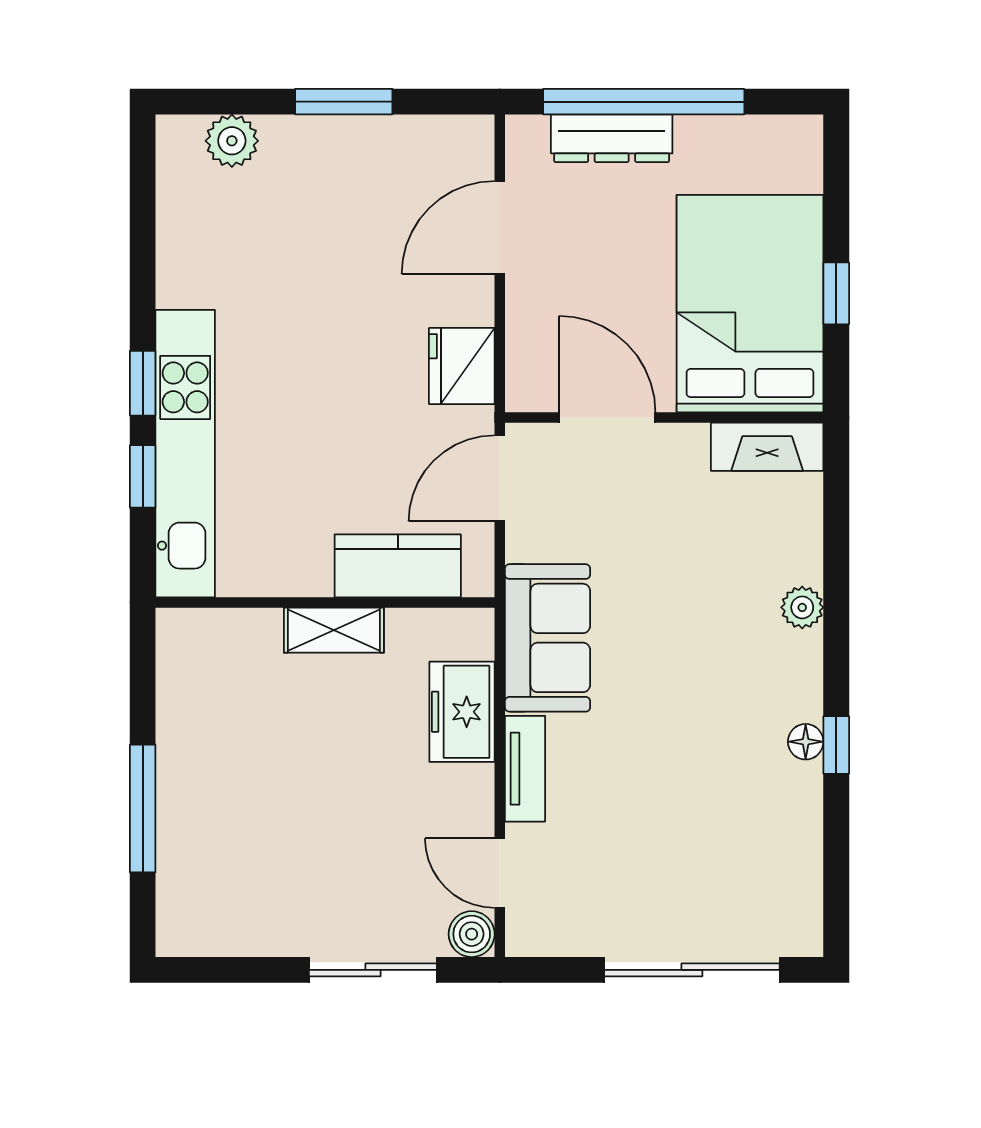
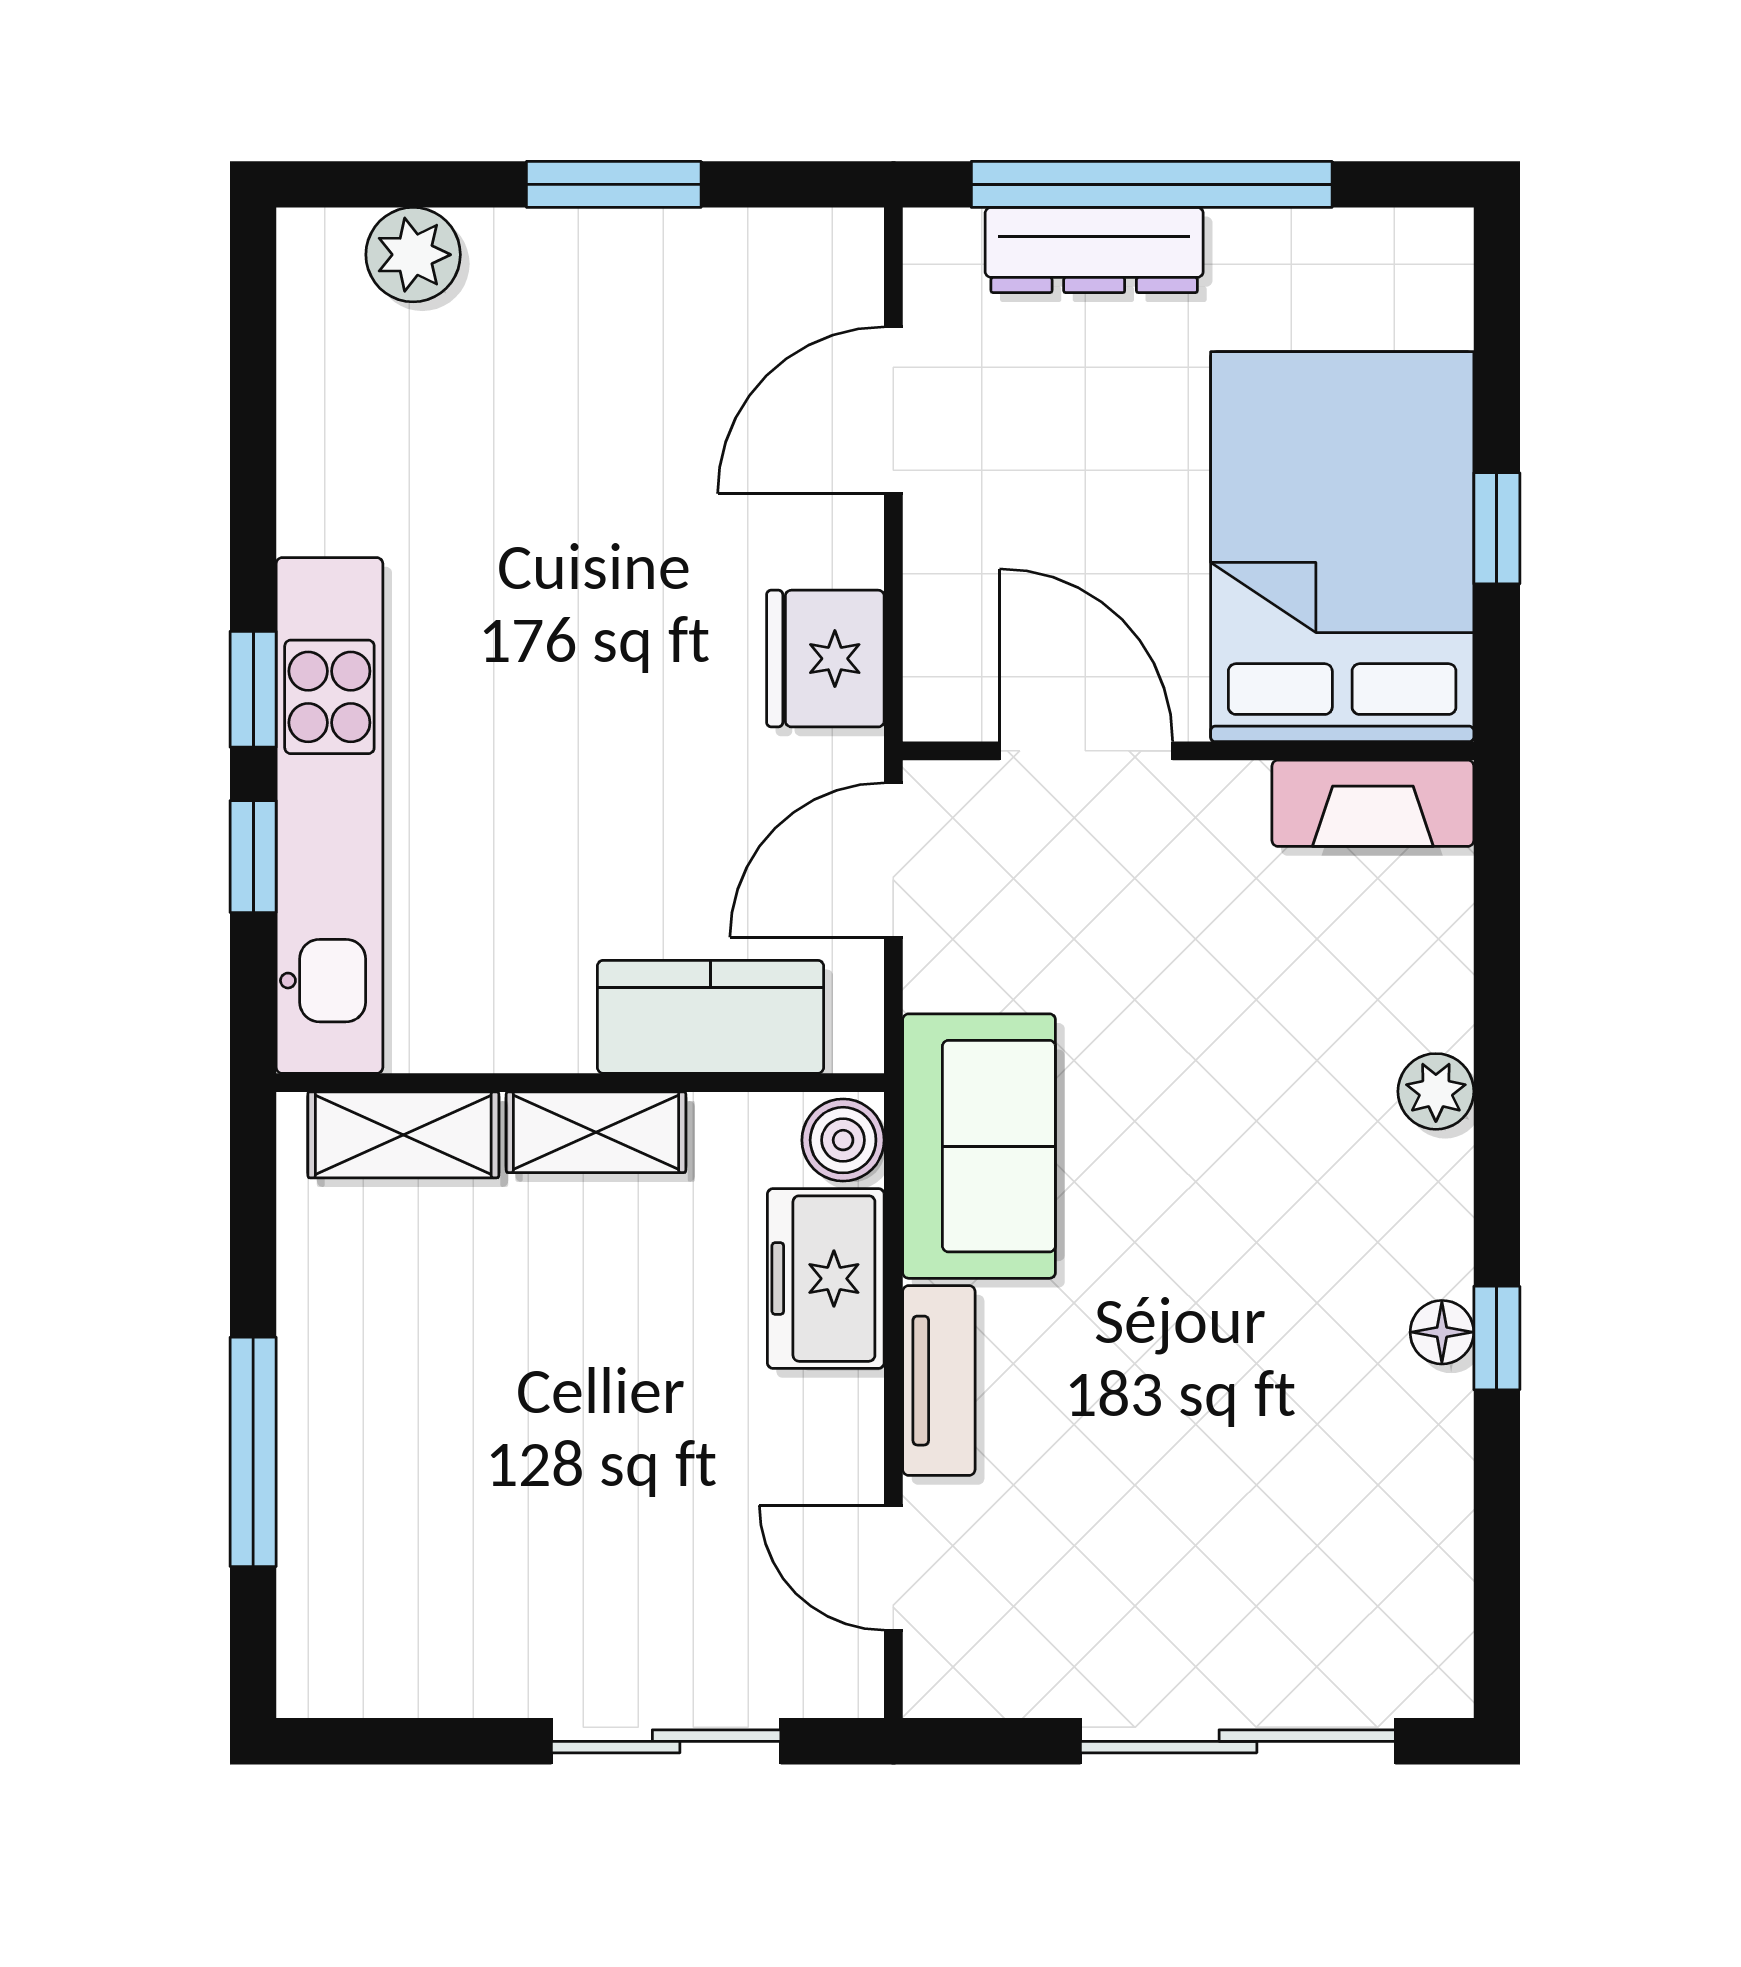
shelving: (226, 632) -> (403, 1135), added
boiler: (472, 934) -> (843, 1140), moved

